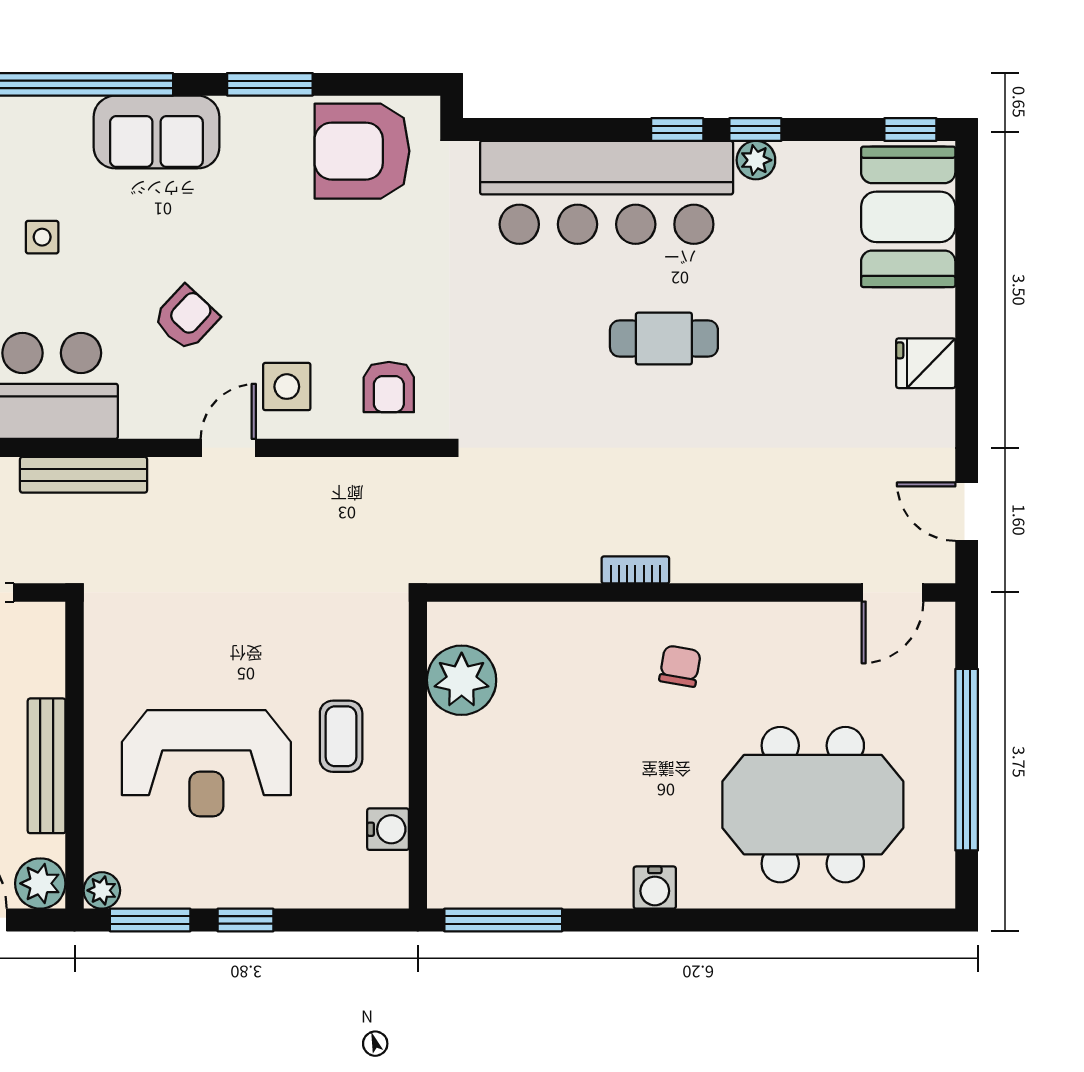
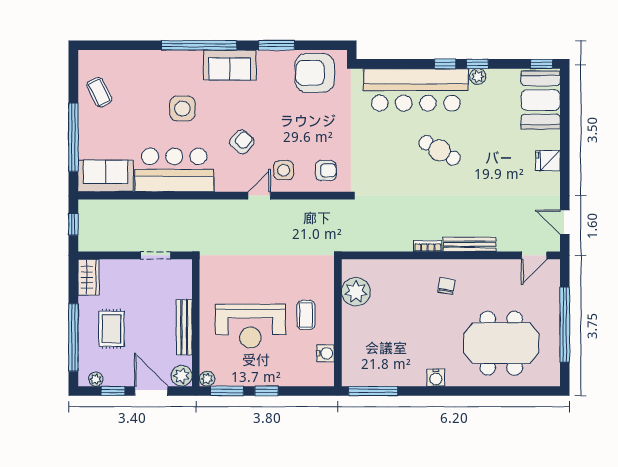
side table: (42, 237) -> (182, 108), width x1.87, depth x1.87
cafe table: (664, 339) -> (440, 150), turned 30
armchair: (389, 387) -> (326, 170), turned -90
bench: (84, 475) -> (470, 244), moved

